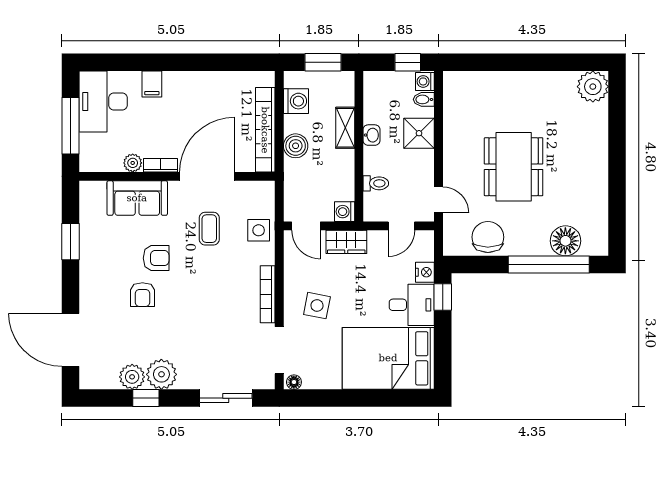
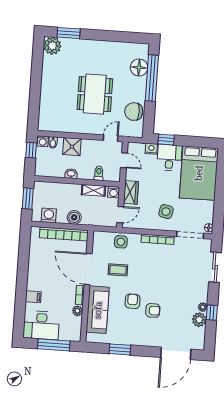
window: (617, 113) -> (69, 33), added
shelving: (345, 128) -> (93, 190), moved
dining table: (514, 167) -> (95, 94), turned 90
sofa: (137, 198) -> (98, 310), width x1.36
plant: (161, 374) -> (203, 307), width x0.53, depth x0.53

